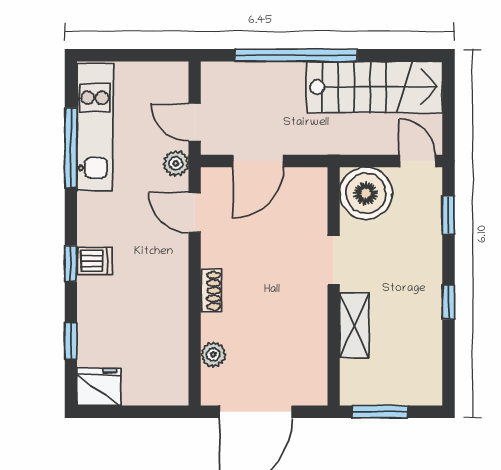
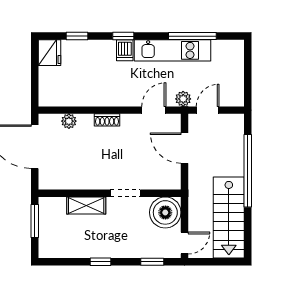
kitchen unit: (95, 127) -> (172, 50), moved

